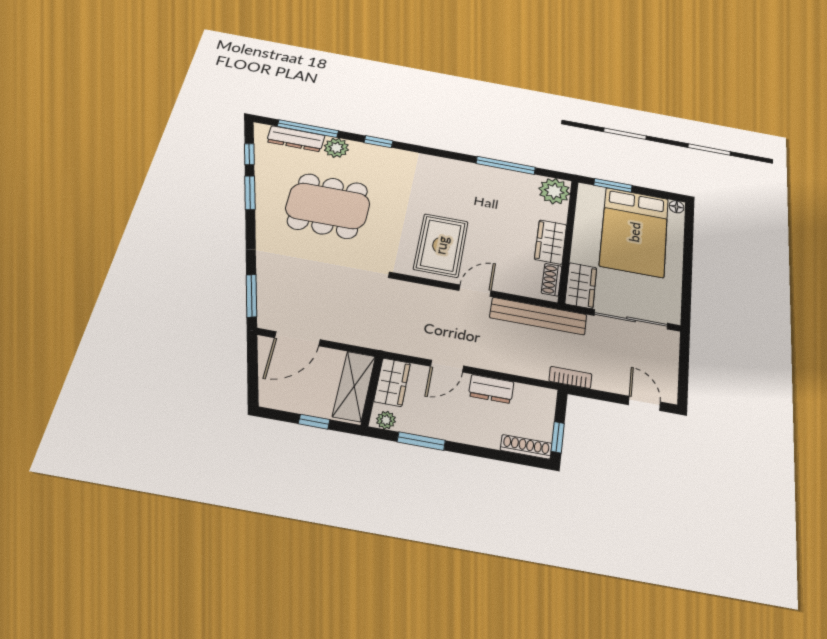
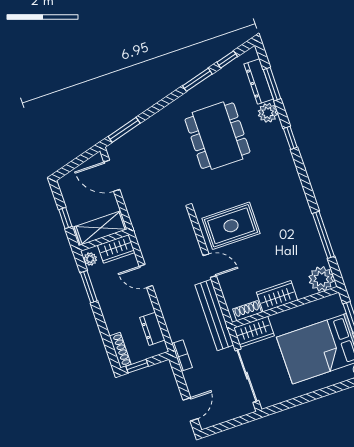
window: (308, 129) -> (272, 84), width x0.69
dresser: (491, 389) -> (152, 329), moved

